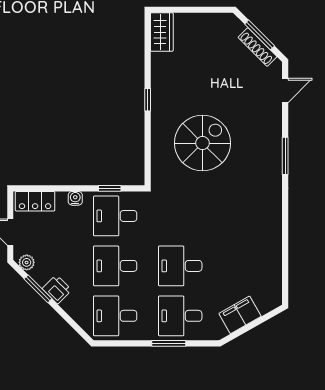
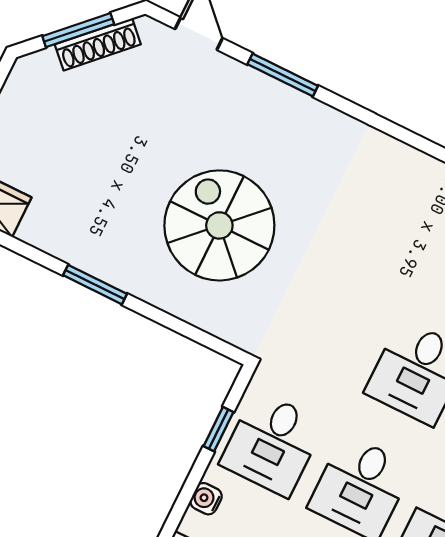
window: (148, 100) -> (95, 285), width x1.50
window: (285, 156) -> (283, 75), moved

